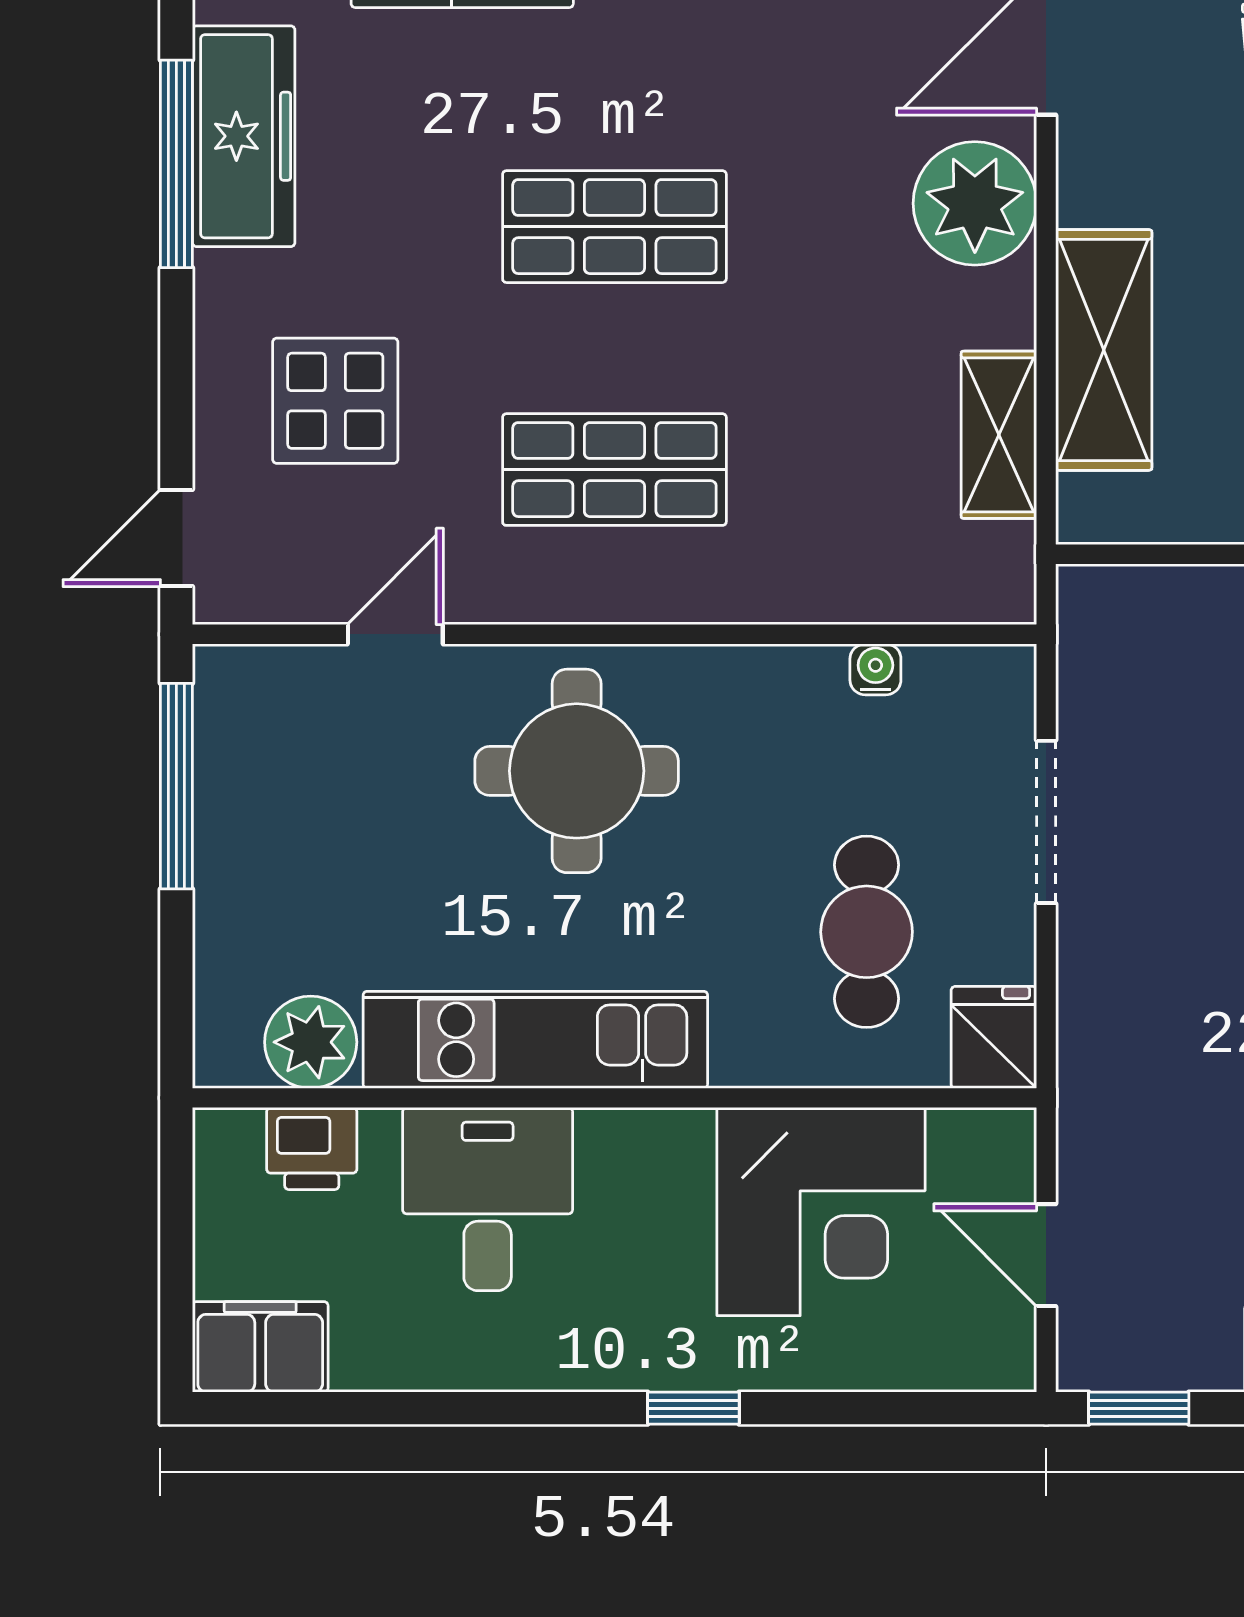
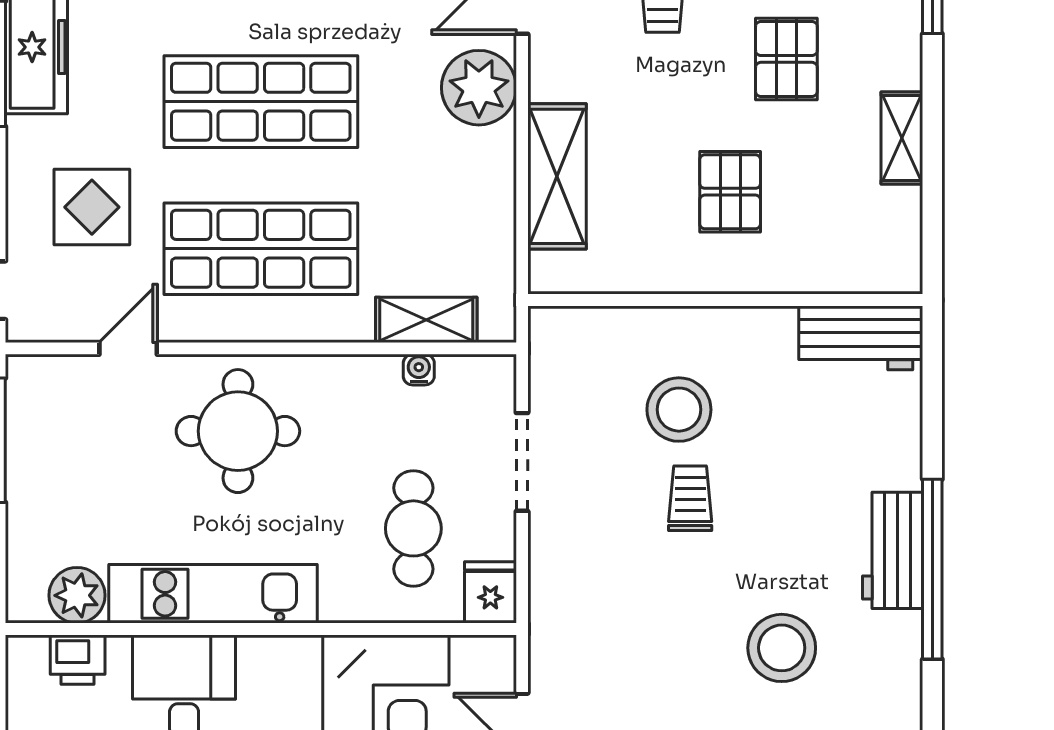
shop shelf: (614, 227) -> (261, 102), width x1.43, depth x1.36
shelving: (999, 435) -> (426, 320), moved, turned 90
shop shelf: (614, 470) -> (261, 249), width x1.43, depth x1.36

